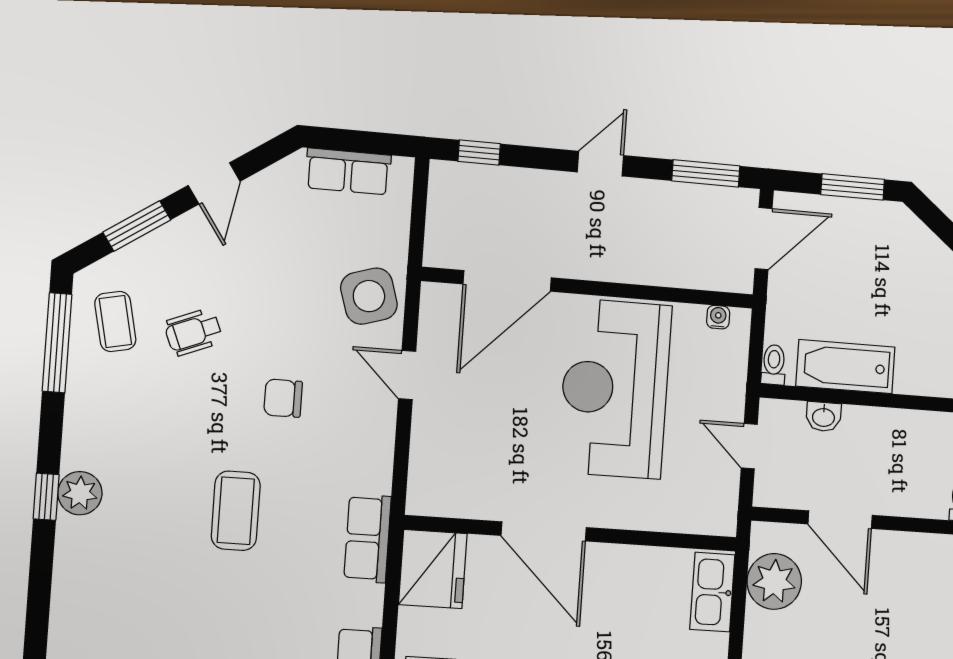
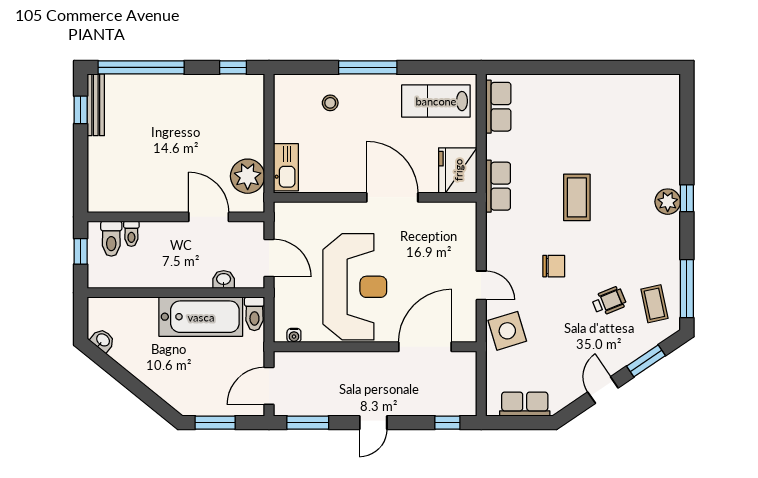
toilet: (774, 365) -> (254, 314), width x1.37, depth x1.39
bathtub: (845, 367) -> (201, 317), width x1.36, depth x1.36
door: (749, 446) -> (269, 258), width x1.38

